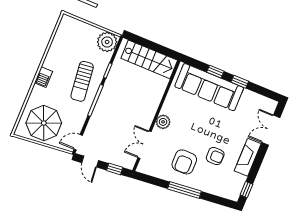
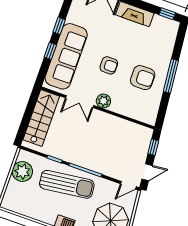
plant: (107, 42) -> (22, 171), moved
sun lounger: (82, 81) -> (67, 184), width x1.36, depth x1.34
door: (78, 142) -> (128, 185), hinge flipped
double door: (144, 145) -> (80, 102), moved
armchair: (215, 156) -> (109, 65), moved, turned 90

